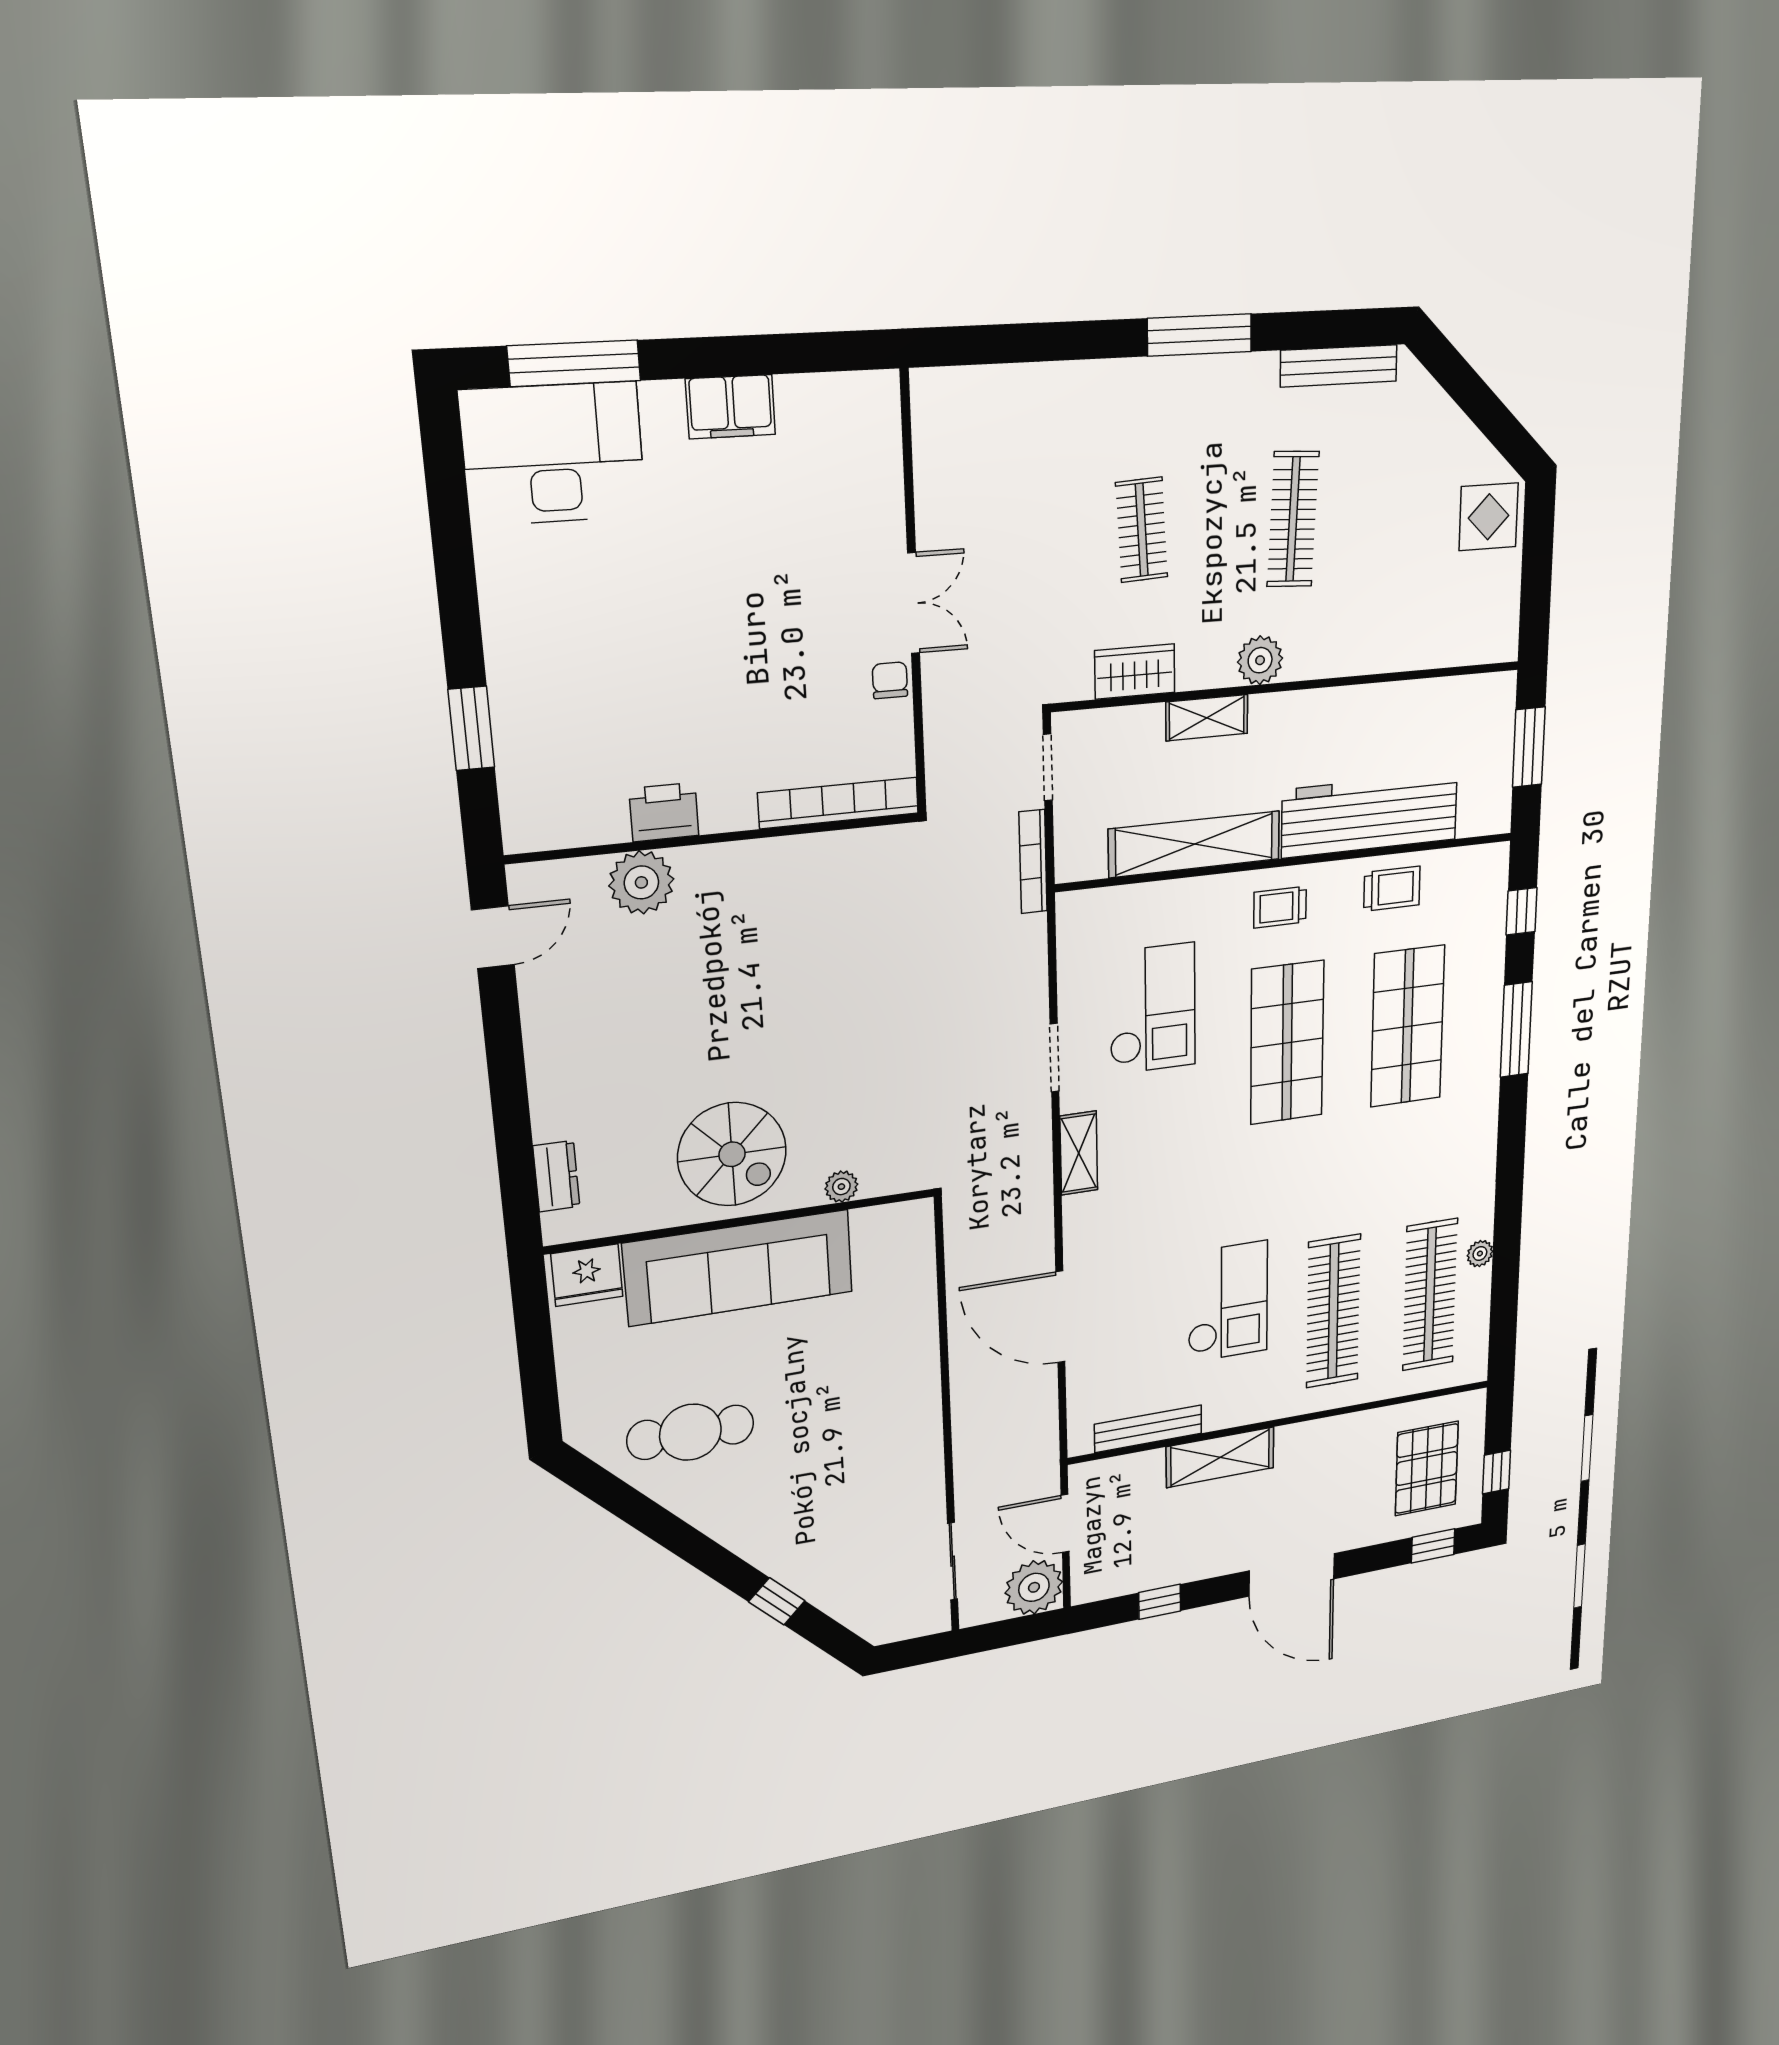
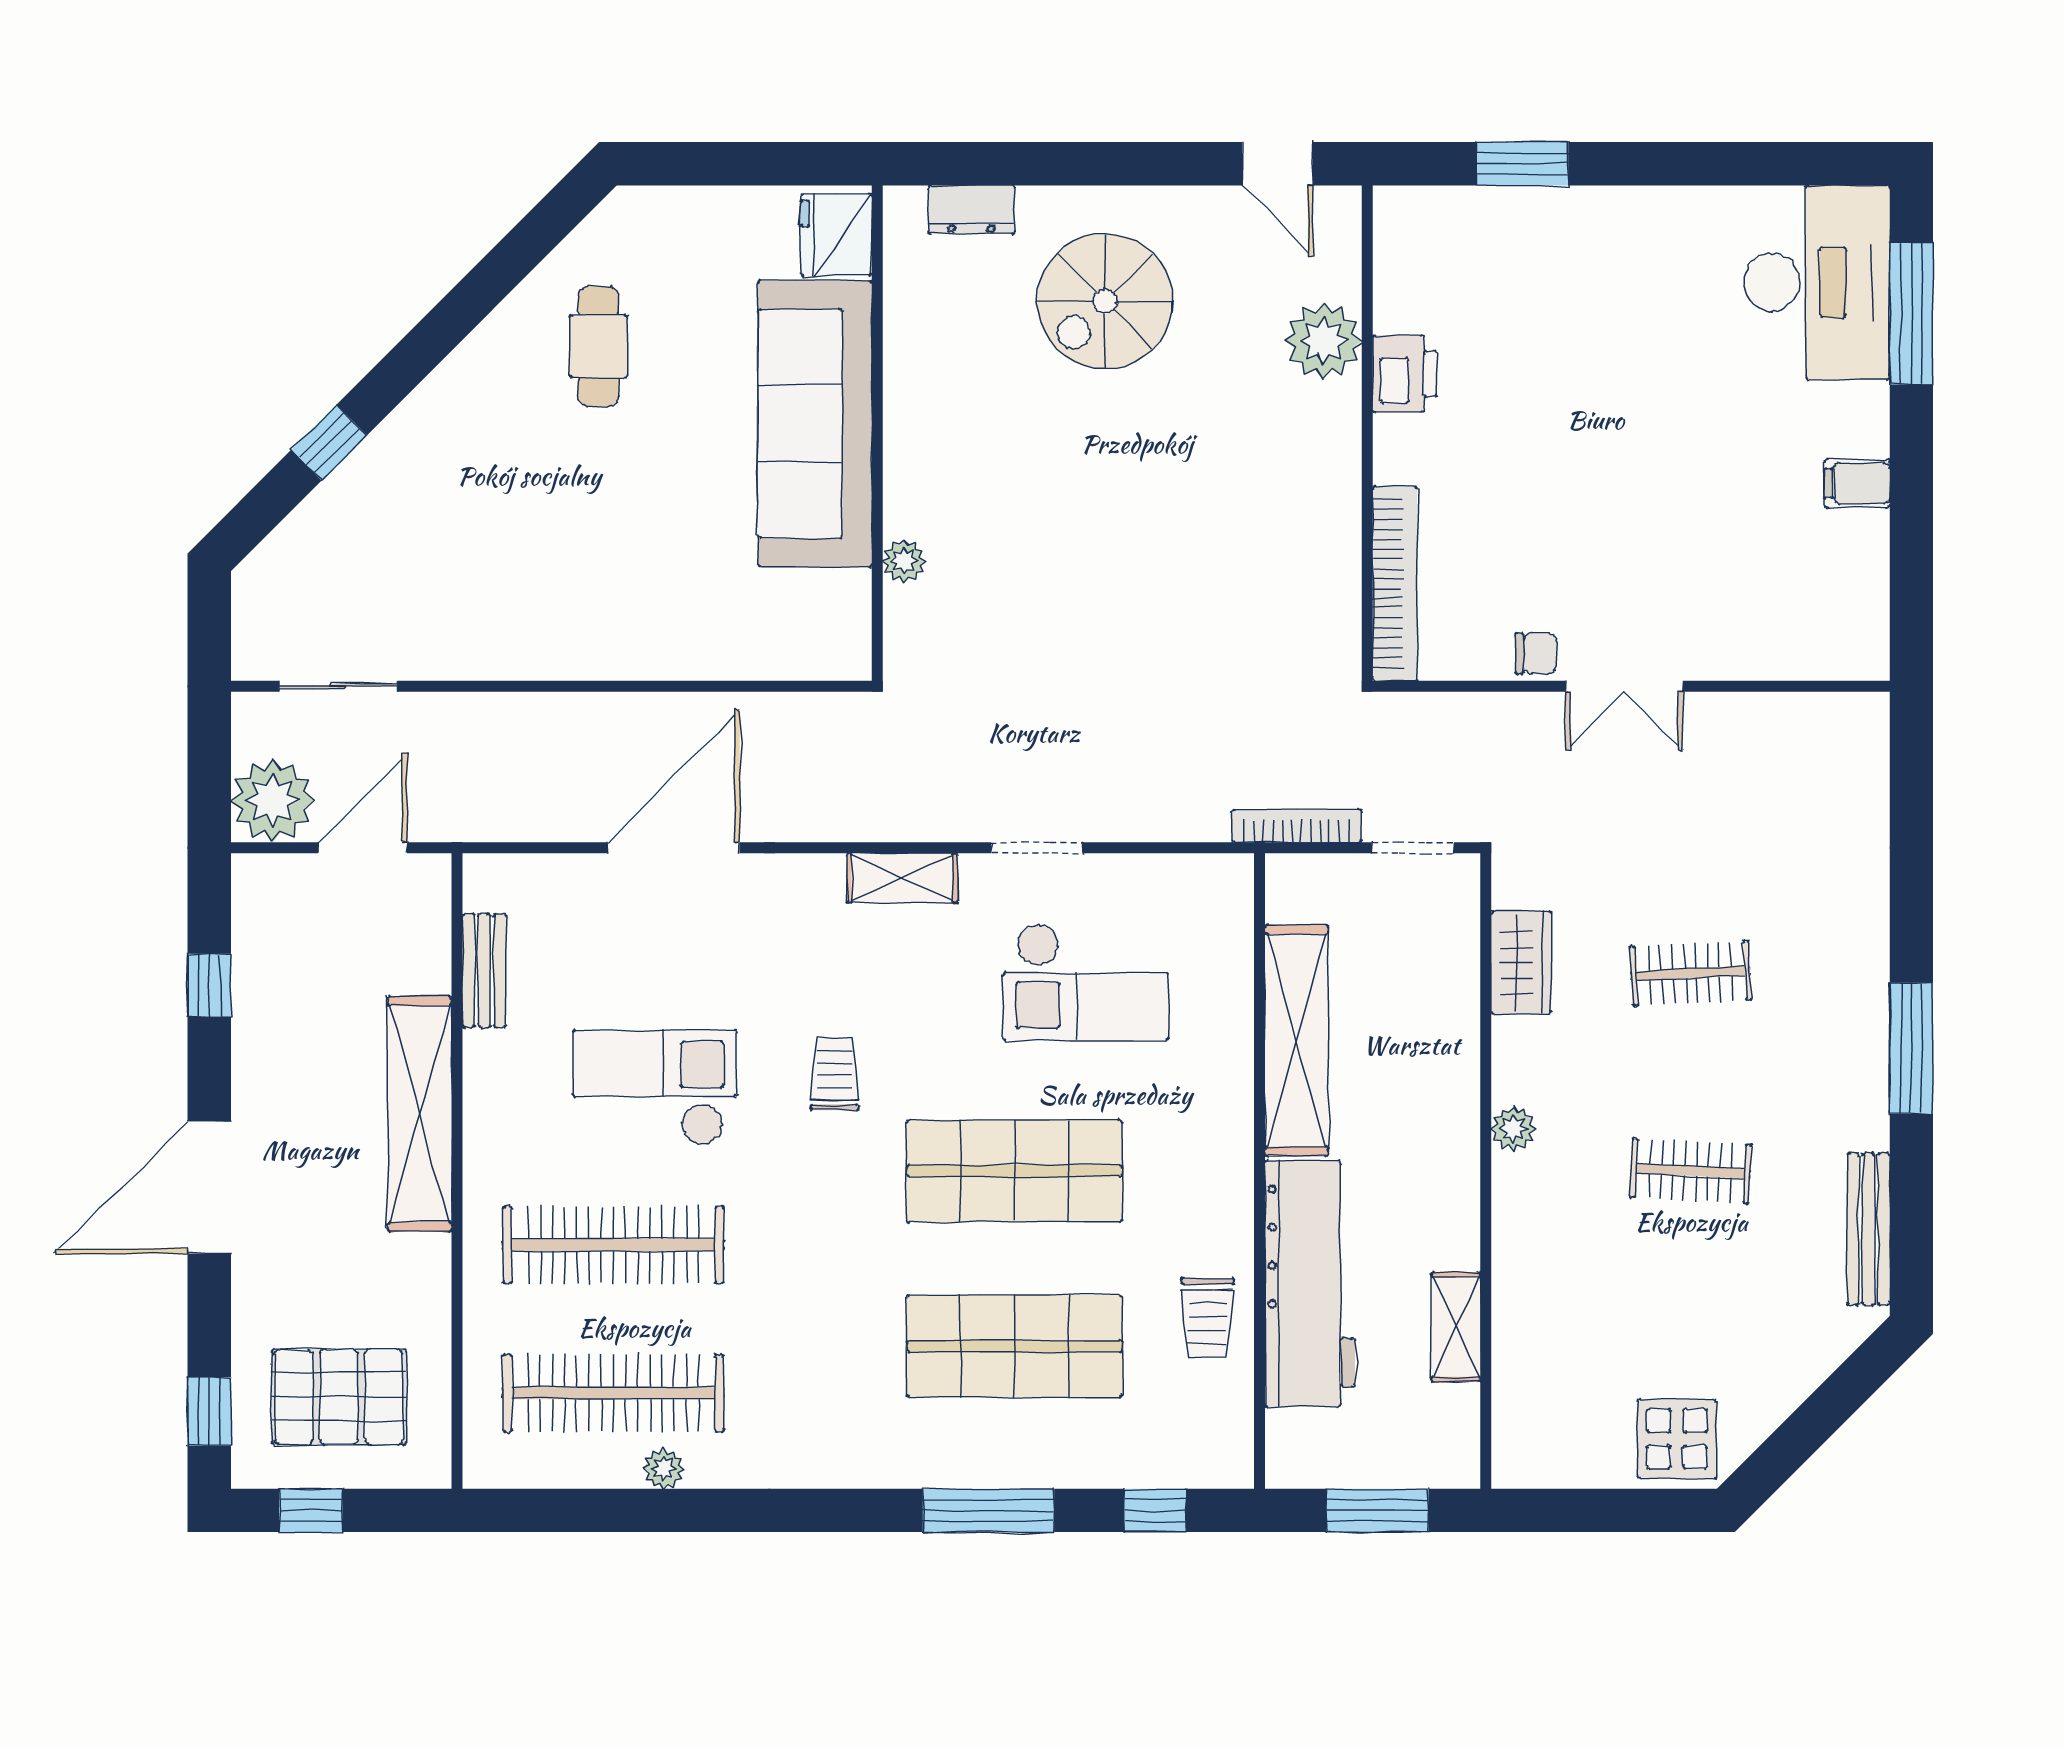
filing cabinet: (731, 407) -> (1857, 483), width x0.50
clothes rail: (1293, 519) -> (1691, 1171), width x0.73
plant: (1260, 660) -> (1513, 1129), width x0.73, depth x0.73
shelving: (1207, 718) -> (1456, 1327), moved
trolley: (1280, 907) -> (835, 1074), moved
spiral stairs: (732, 1154) -> (1105, 301), moved
checkout: (1228, 1302) -> (655, 1088), turned 180
bench: (1148, 1429) -> (484, 971), width x0.73
cafe table: (690, 1432) -> (598, 346), width x0.73, depth x0.74
shelving: (1220, 1457) -> (420, 1114), width x1.47

